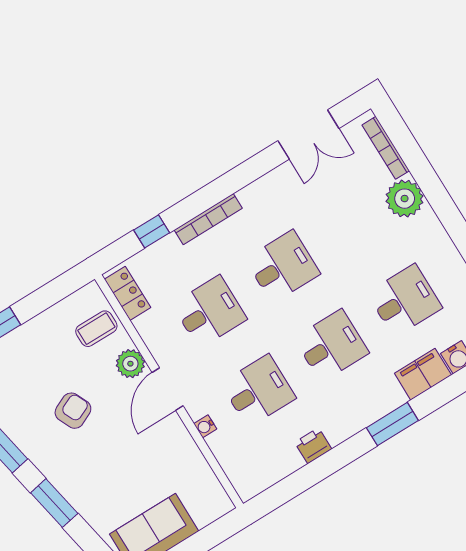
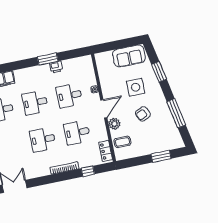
window: (392, 424) -> (48, 59), moved
side table: (112, 466) -> (136, 87), added
window: (54, 503) -> (159, 72), moved

